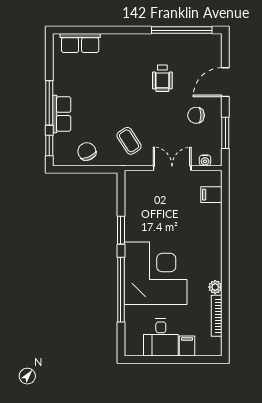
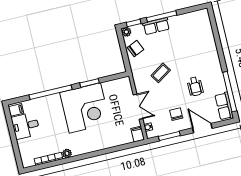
row of seats: (80, 43) -> (224, 106), moved
wheelchair: (162, 78) -> (195, 86), turned -90
coffee table: (129, 141) -> (161, 73), moved
plant: (60, 159) -> (126, 32), added
filing cabinet: (211, 195) -> (138, 134), moved
corner desk: (156, 273) -> (85, 108), moved
filing cabinet: (187, 346) -> (16, 110), moved

